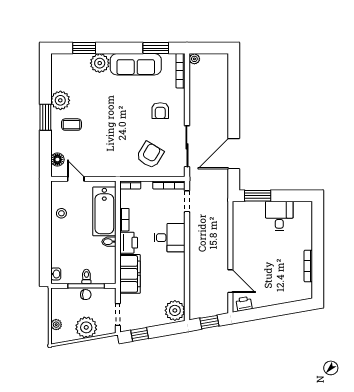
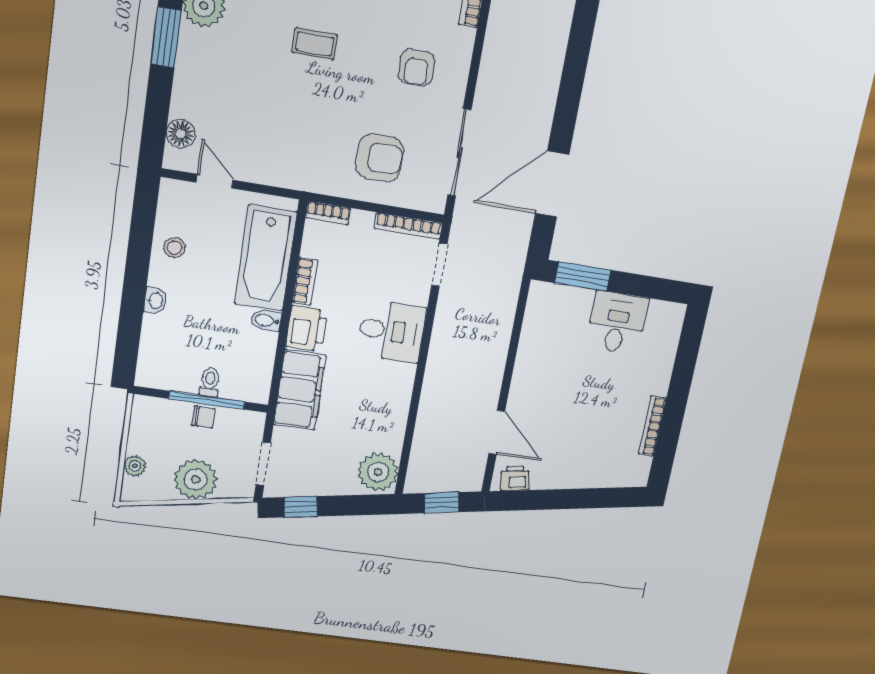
coffee table: (71, 125) -> (315, 44), moved
armchair: (150, 155) -> (379, 158), turned 59
washbasin: (56, 274) -> (155, 301), moved

